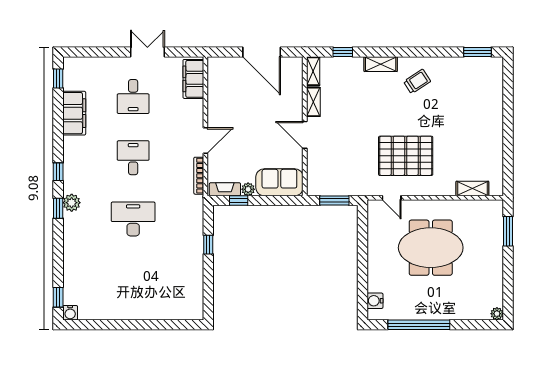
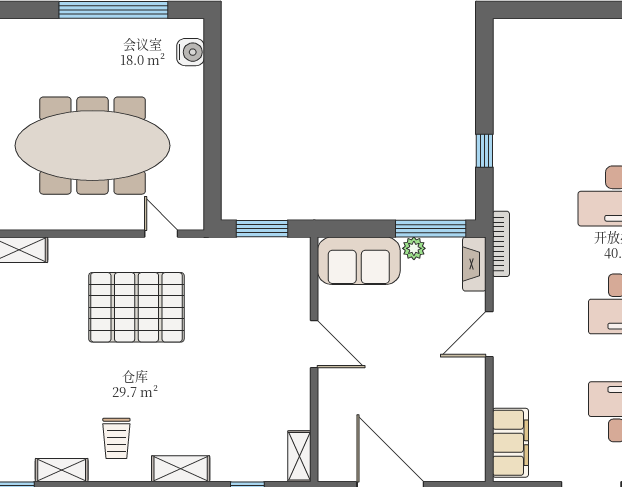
trolley: (417, 81) -> (116, 438), turned -57
shelving: (313, 102) -> (62, 470), moved, turned 90
bookcase: (199, 176) -> (501, 244), moved
fireplace: (225, 189) -> (474, 264), moved, turned 90
window: (239, 200) -> (431, 229), width x2.17
meeting table: (431, 248) -> (92, 146), width x1.36

